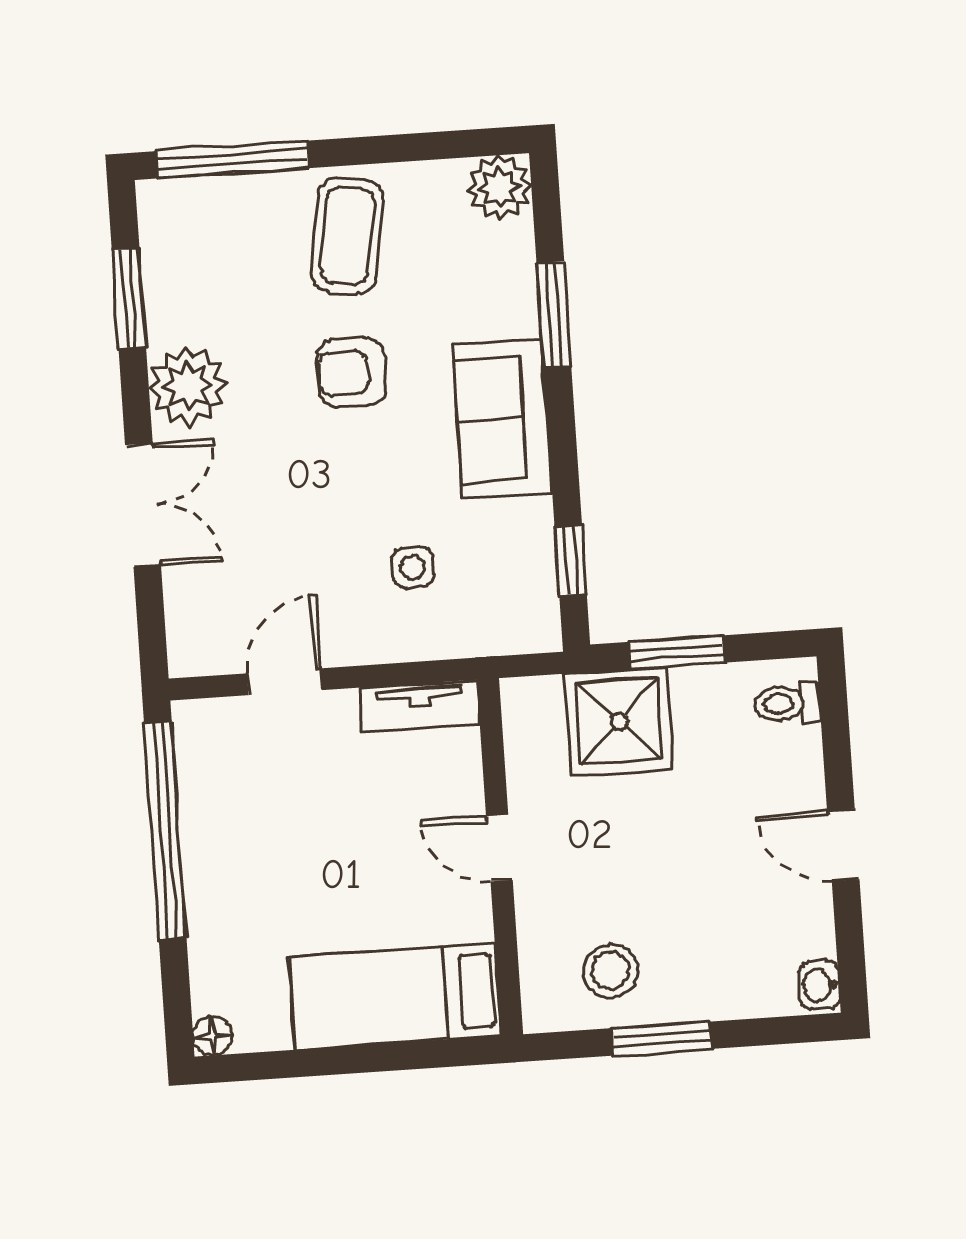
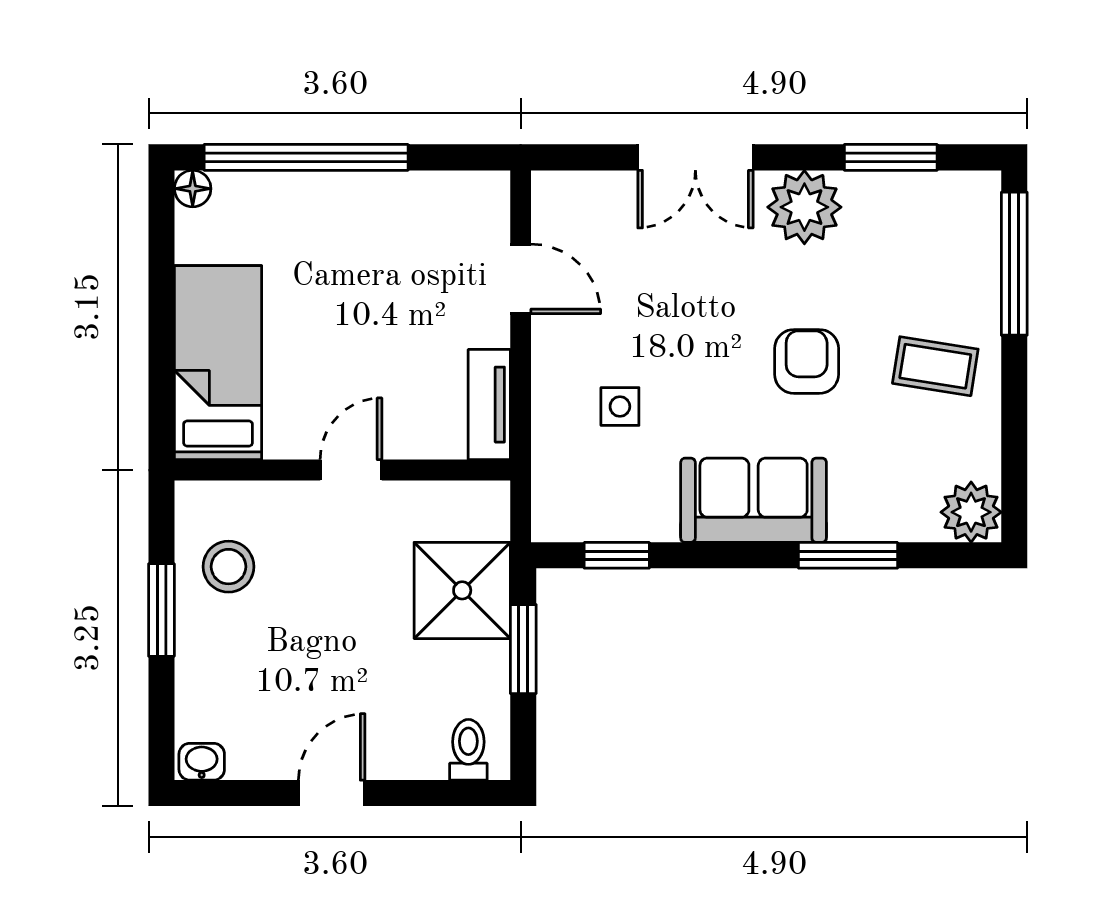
coffee table: (347, 236) -> (935, 366), width x0.73, depth x0.77
window: (165, 830) -> (306, 157), moved

